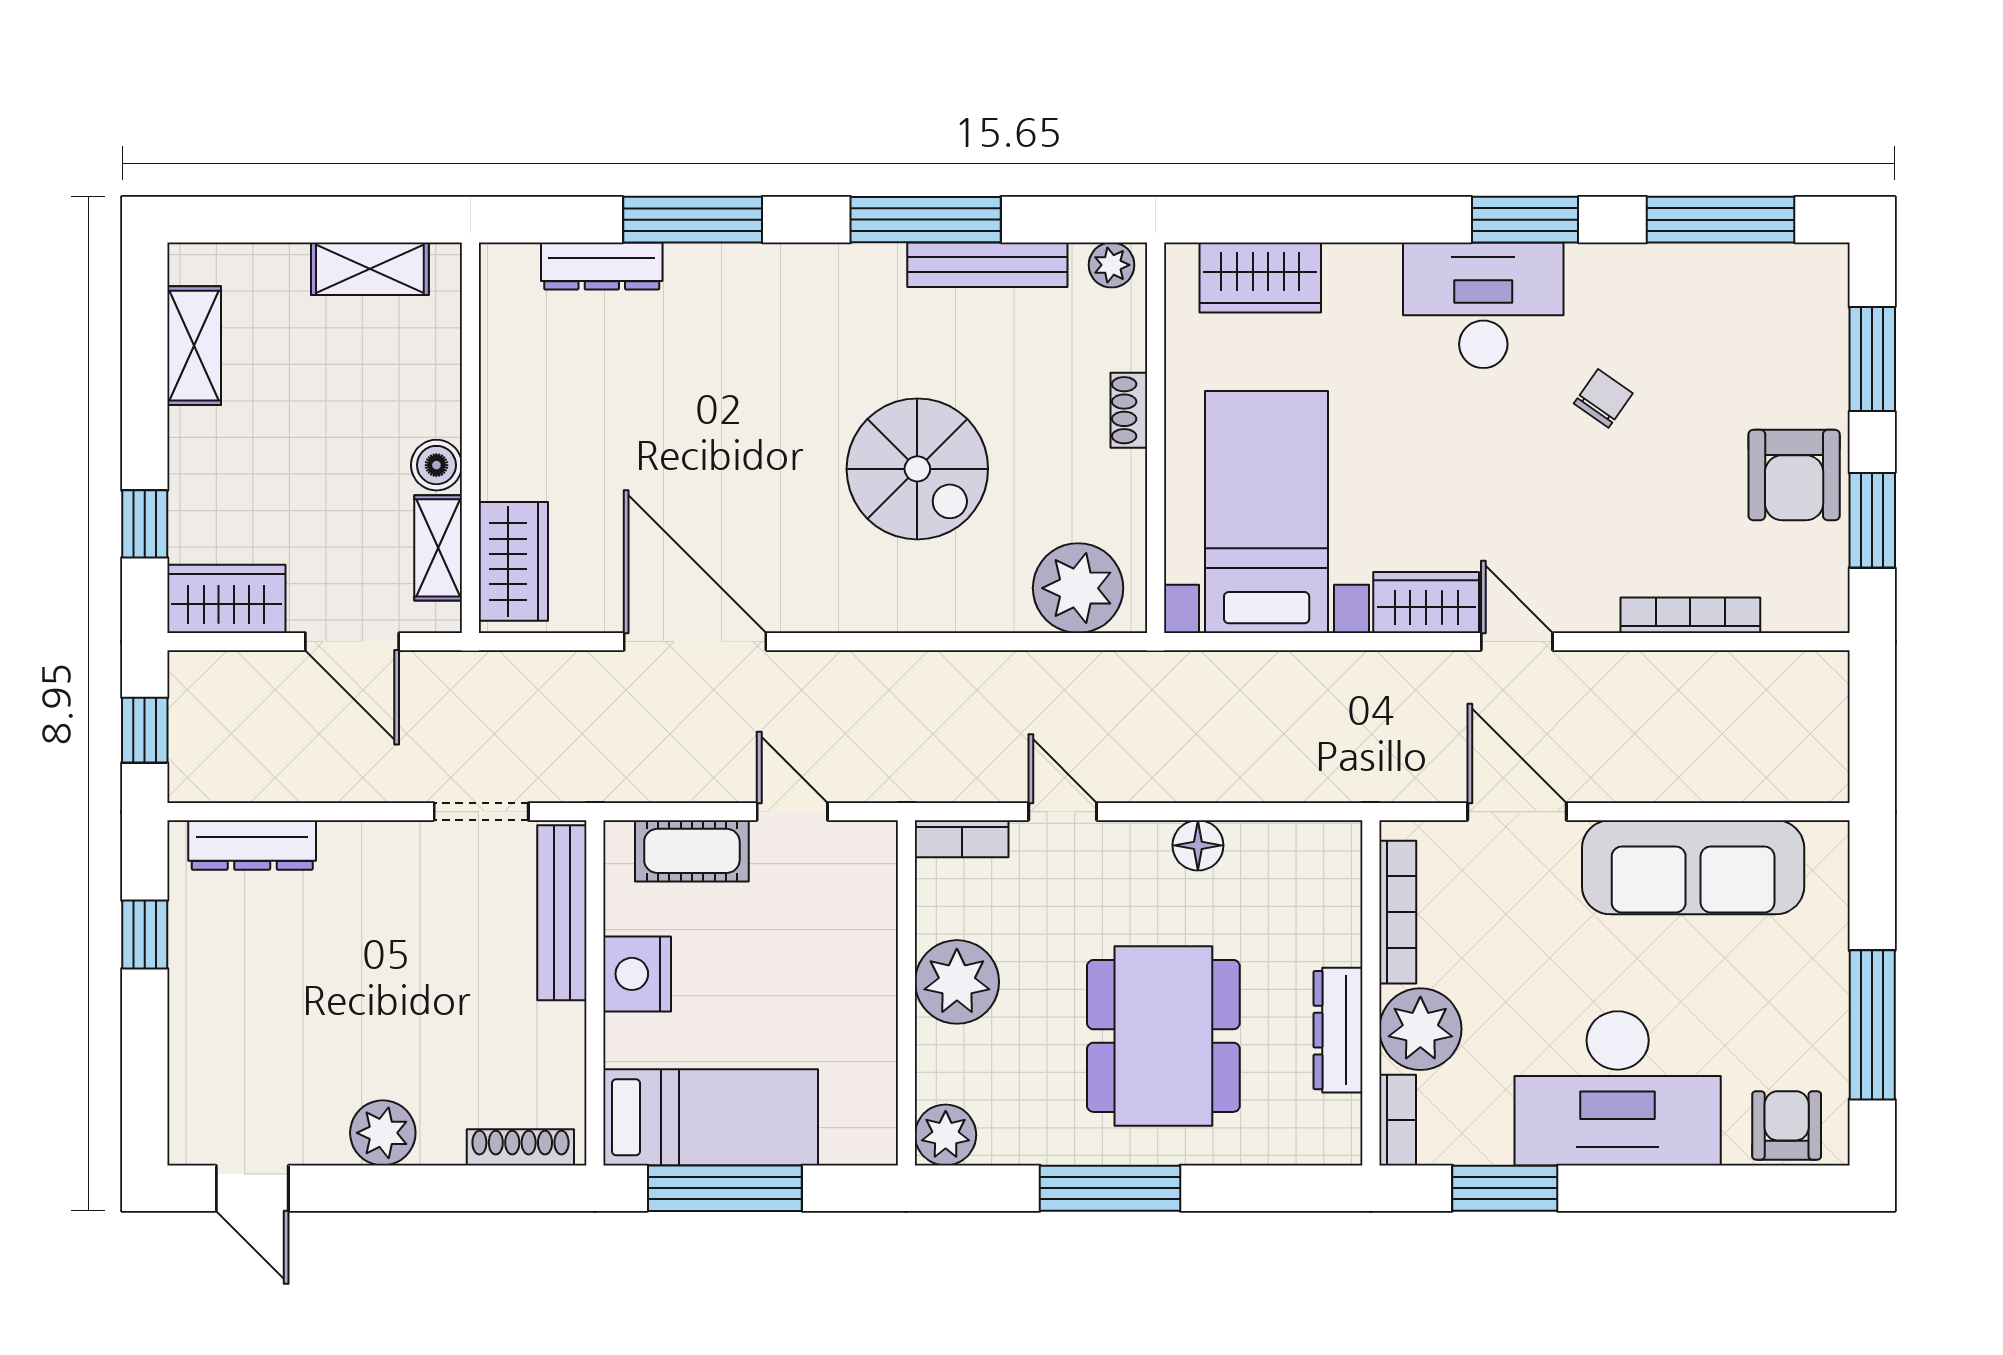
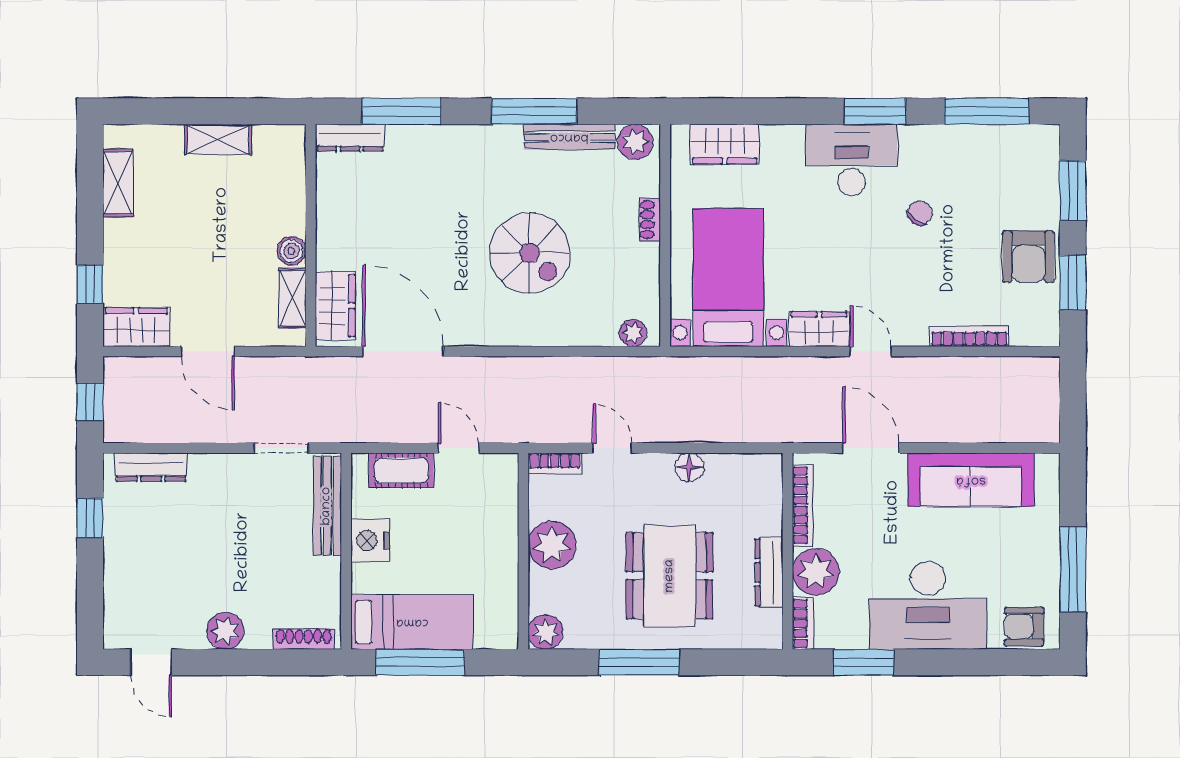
plant: (1111, 265) -> (635, 142), width x1.38, depth x1.38
wall: (470, 438) -> (311, 235), moved
boiler: (436, 465) -> (291, 251), moved
shelving: (438, 548) -> (292, 298), moved
wardrobe: (513, 561) -> (335, 306), moved
plant: (1078, 588) -> (633, 333), width x0.53, depth x0.53
armchair: (1787, 1125) -> (1024, 627), turned -90

